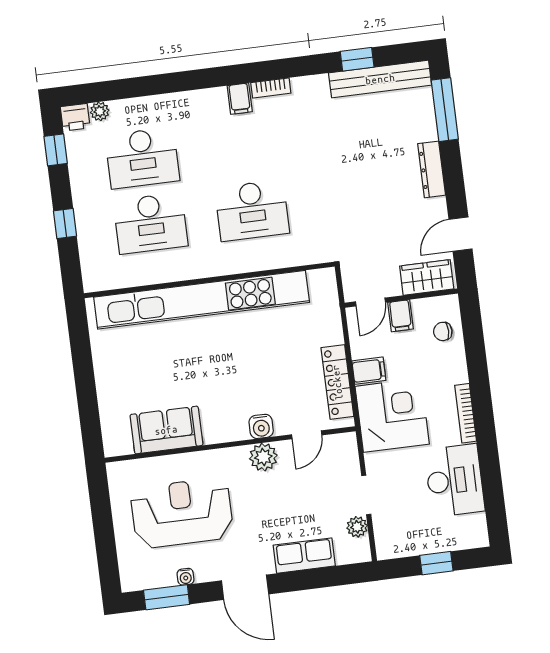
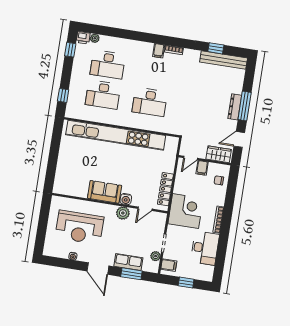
window: (445, 110) -> (245, 106), moved
window: (65, 224) -> (63, 95), moved
filing cabinet: (369, 371) -> (169, 265), moved
sofa: (166, 430) -> (105, 192), moved
reception desk: (182, 513) -> (79, 227), turned 180
window: (167, 597) -> (131, 274), moved

